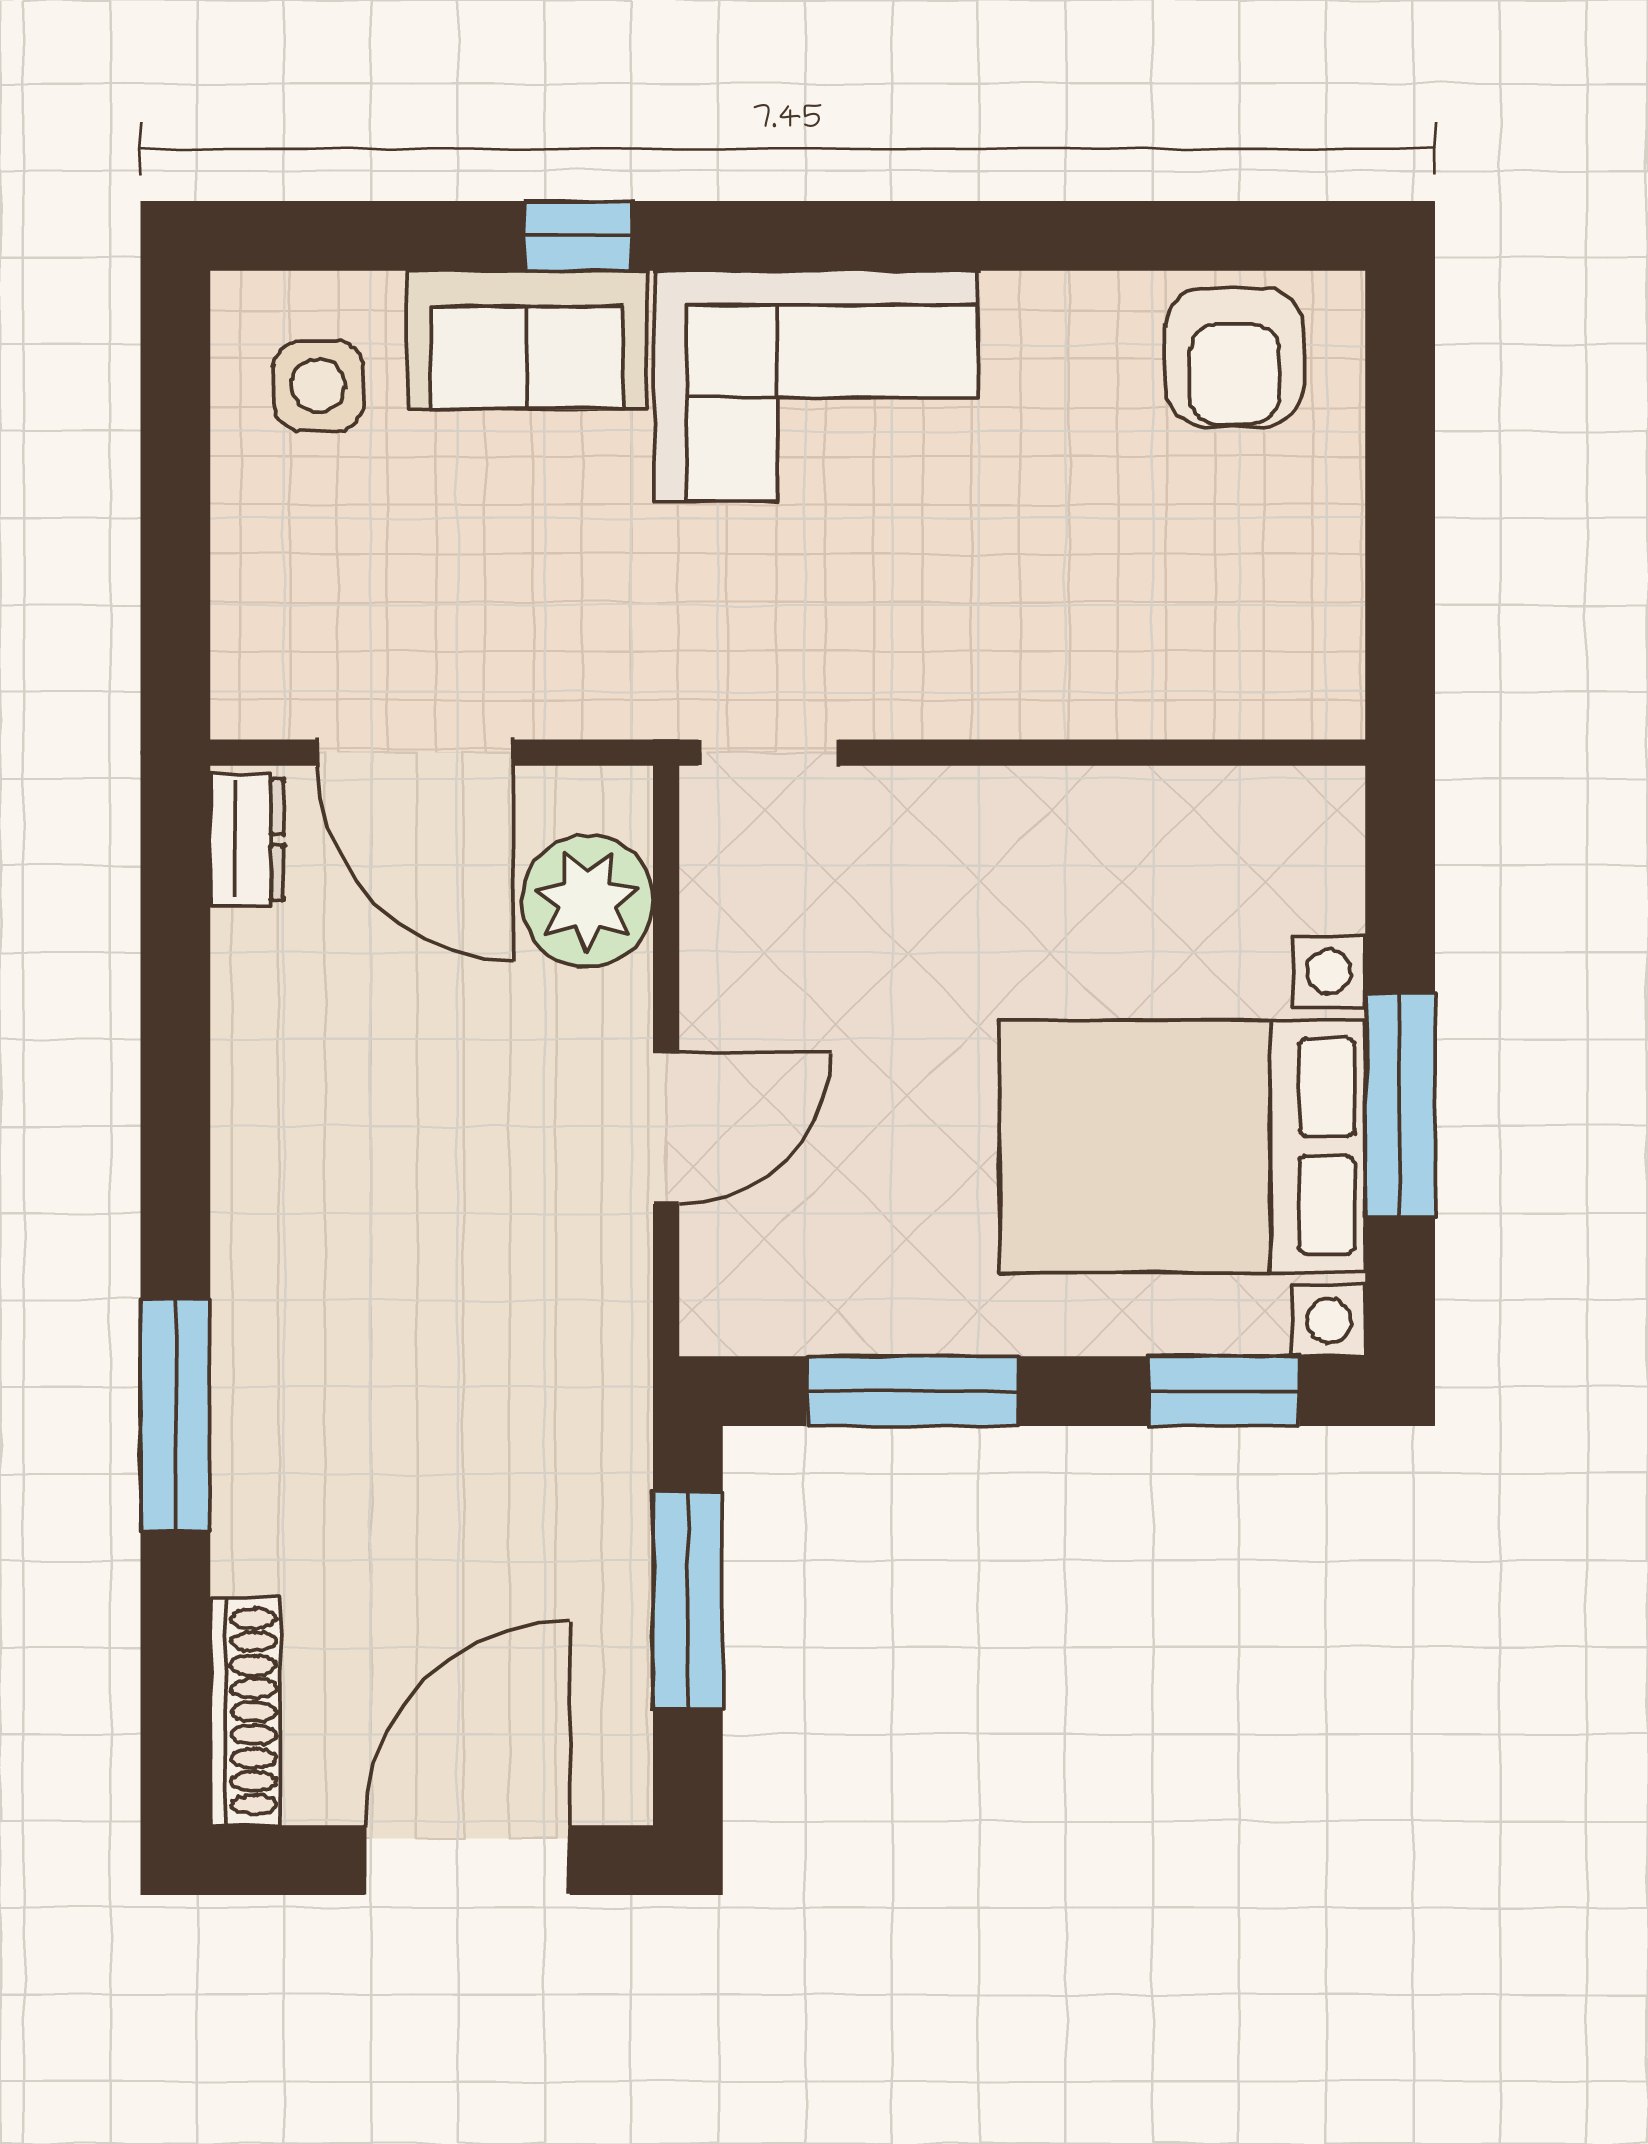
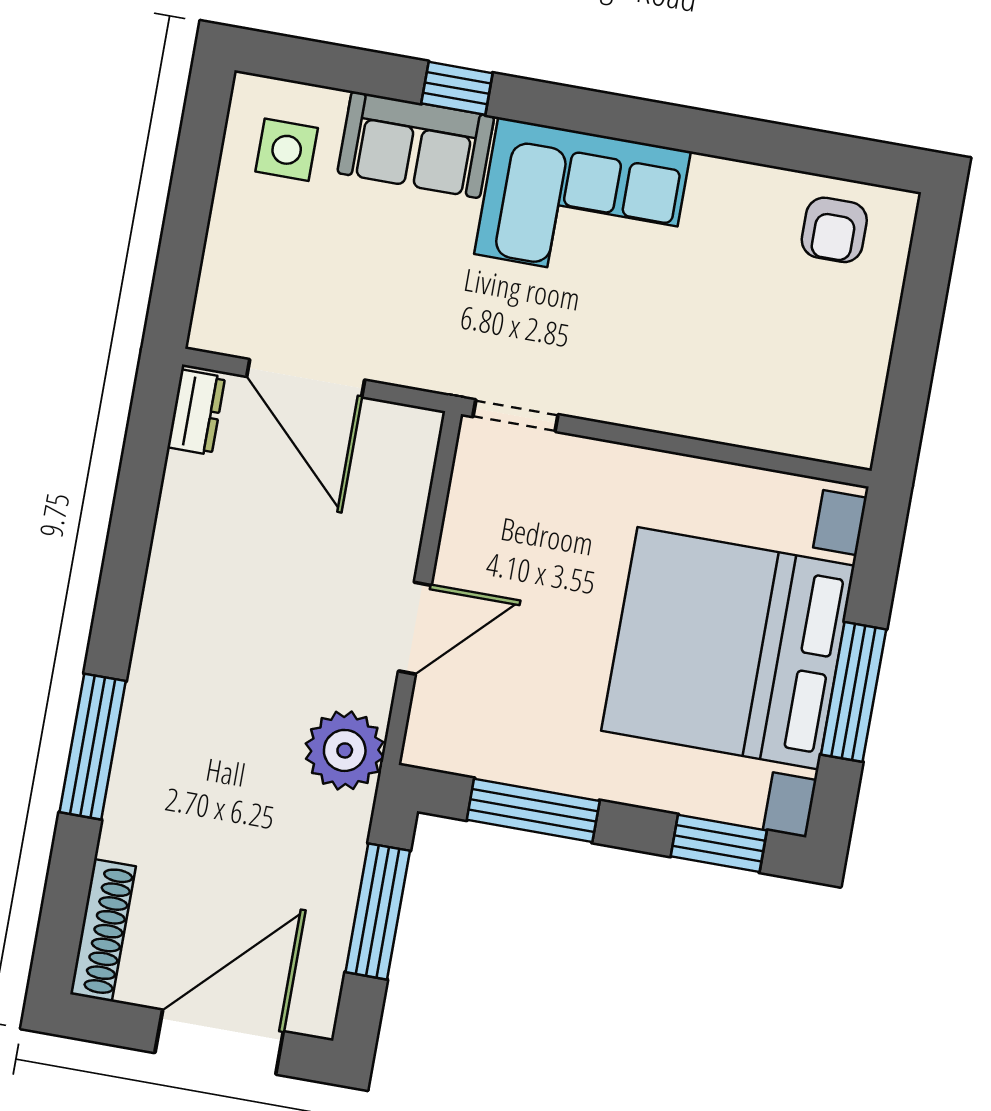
armchair: (1234, 357) -> (834, 230), width x0.72, depth x0.72
plant: (587, 901) -> (345, 750), moved
bed with nightstands: (1183, 1146) -> (728, 648), width x1.36

